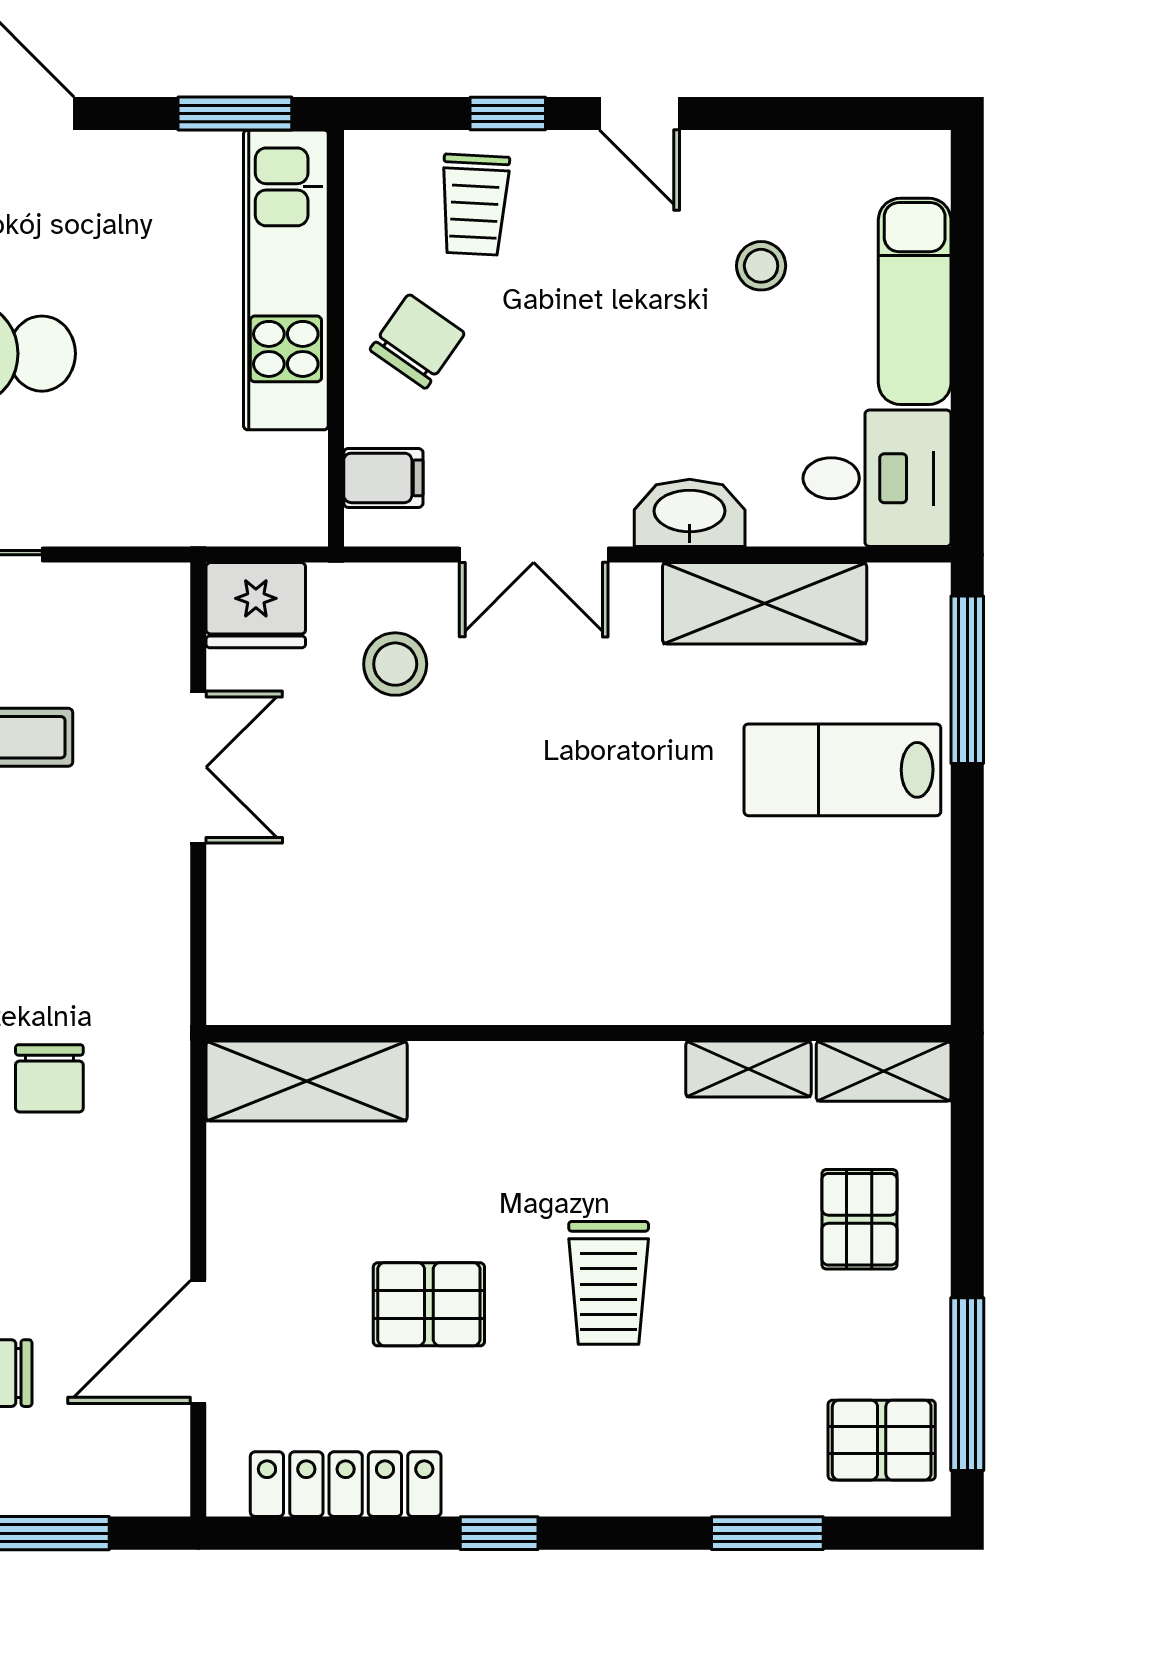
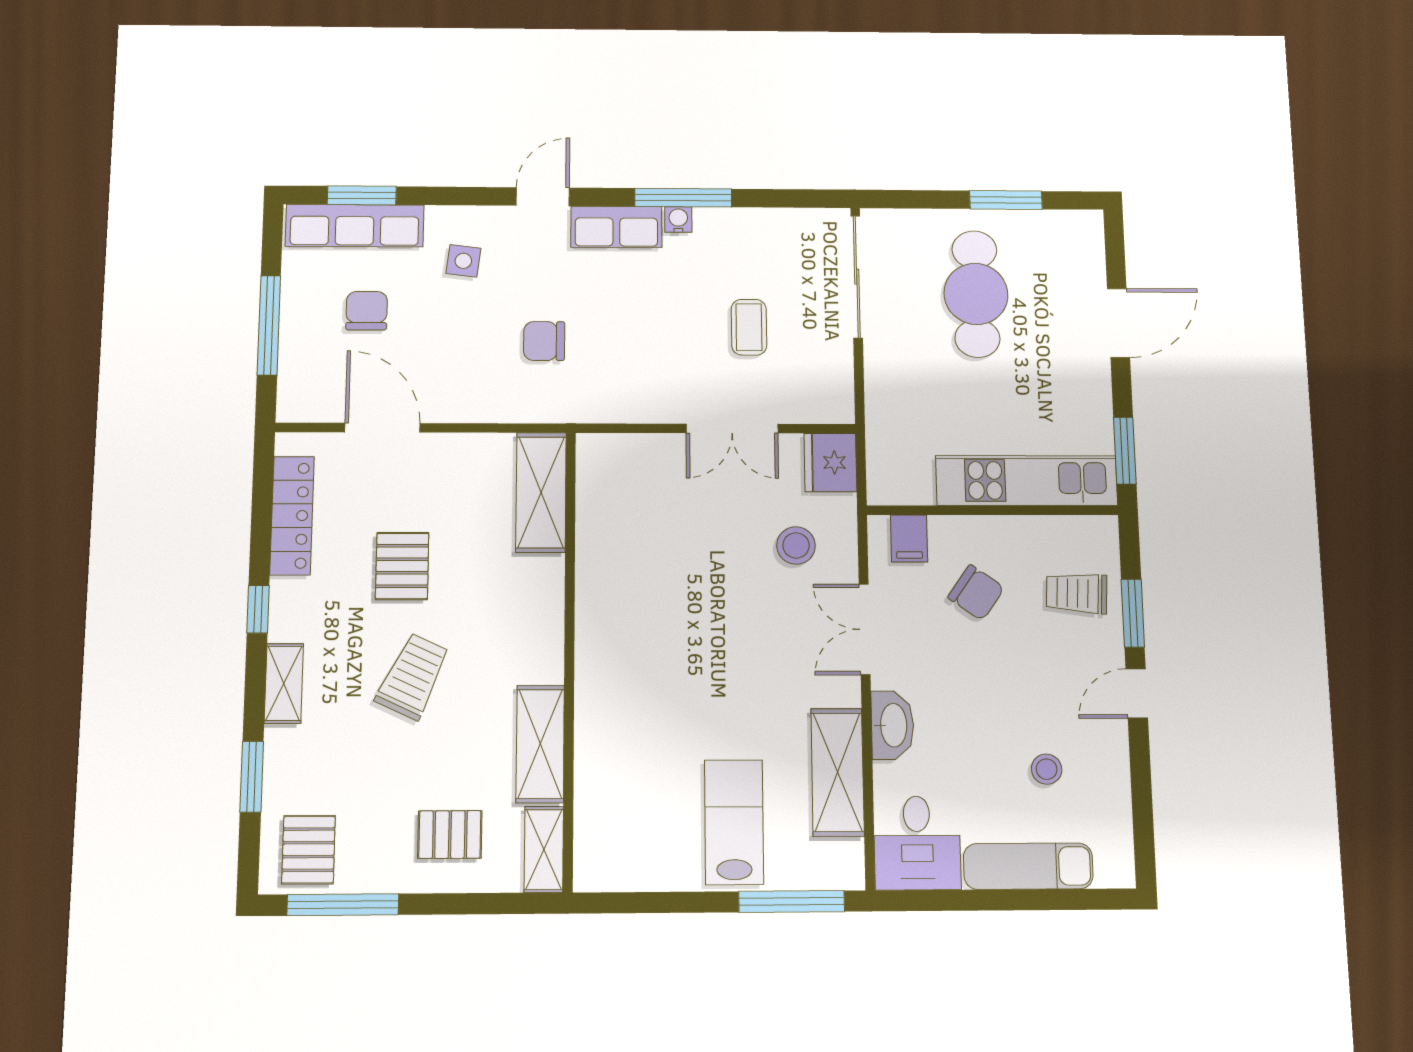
window: (508, 113) -> (1133, 613), width x1.50
chair: (417, 341) -> (976, 593), moved
shelving: (748, 1069) -> (540, 744), width x1.50, depth x1.33
trolley: (609, 1283) -> (413, 676), turned 115
shelving: (619, 1488) -> (284, 683), added

